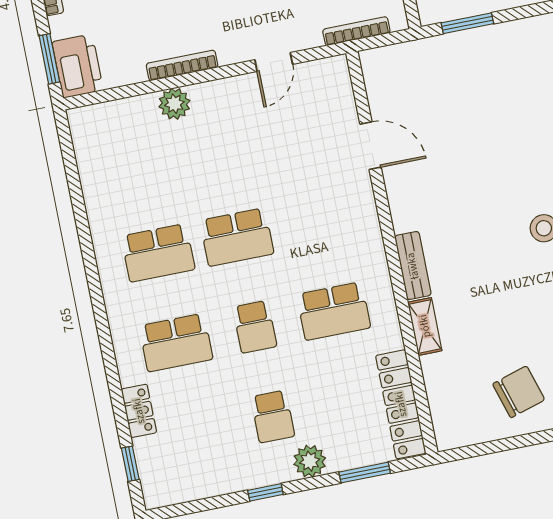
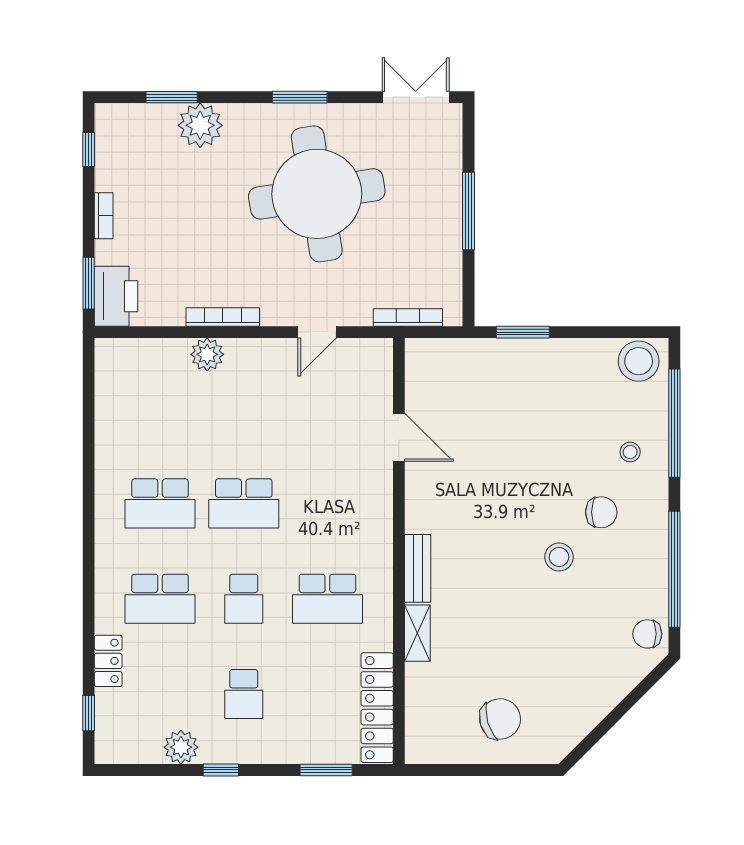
plant: (310, 461) -> (181, 747), moved

